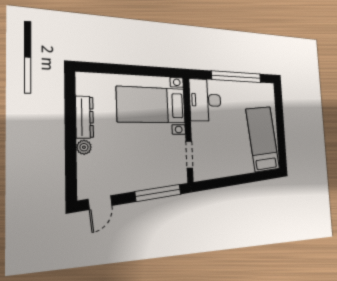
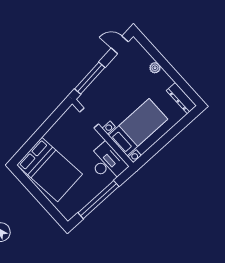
dresser: (85, 117) -> (181, 98), moved
bed: (263, 139) -> (50, 170), width x1.50
door: (100, 202) -> (120, 45), hinge flipped

